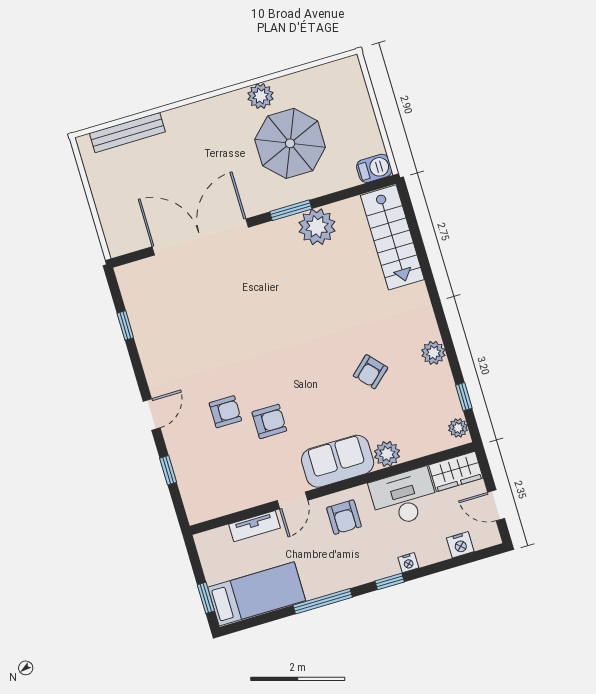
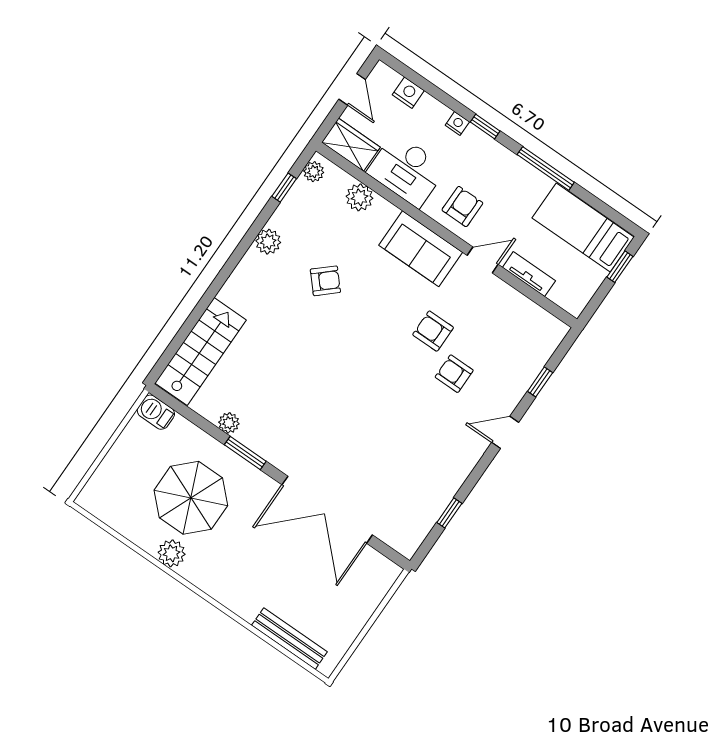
plant: (317, 227) -> (229, 423), width x0.53, depth x0.53
plant: (387, 454) -> (359, 197), moved

